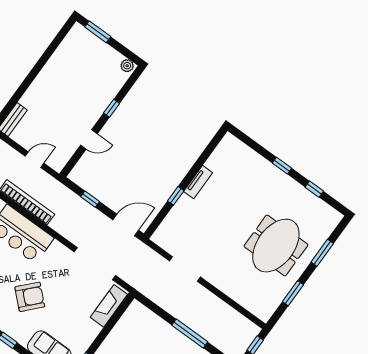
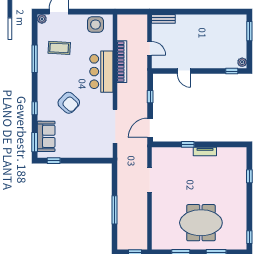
window: (112, 108) -> (232, 71), moved
window: (282, 166) -> (249, 176), moved
window: (314, 189) -> (249, 237), moved
door: (126, 225) -> (150, 128), swing flipped
fireplace: (109, 306) -> (97, 152), removed

